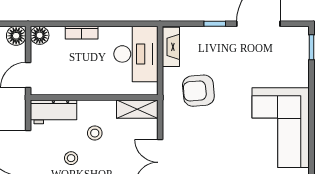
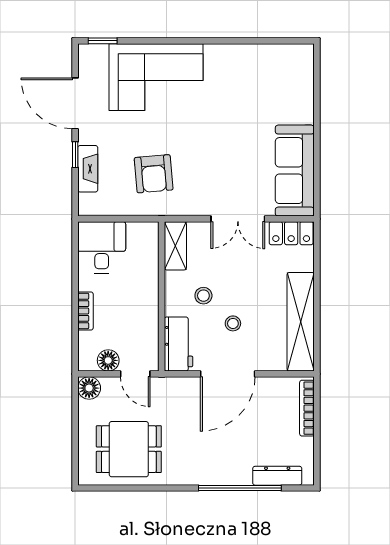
floor lamp: (40, 35) -> (108, 360), moved
fireplace: (171, 47) -> (88, 169), moved, turned 90
desk: (136, 54) -> (102, 247), width x0.73
corner sofa: (281, 128) -> (156, 77), moved

